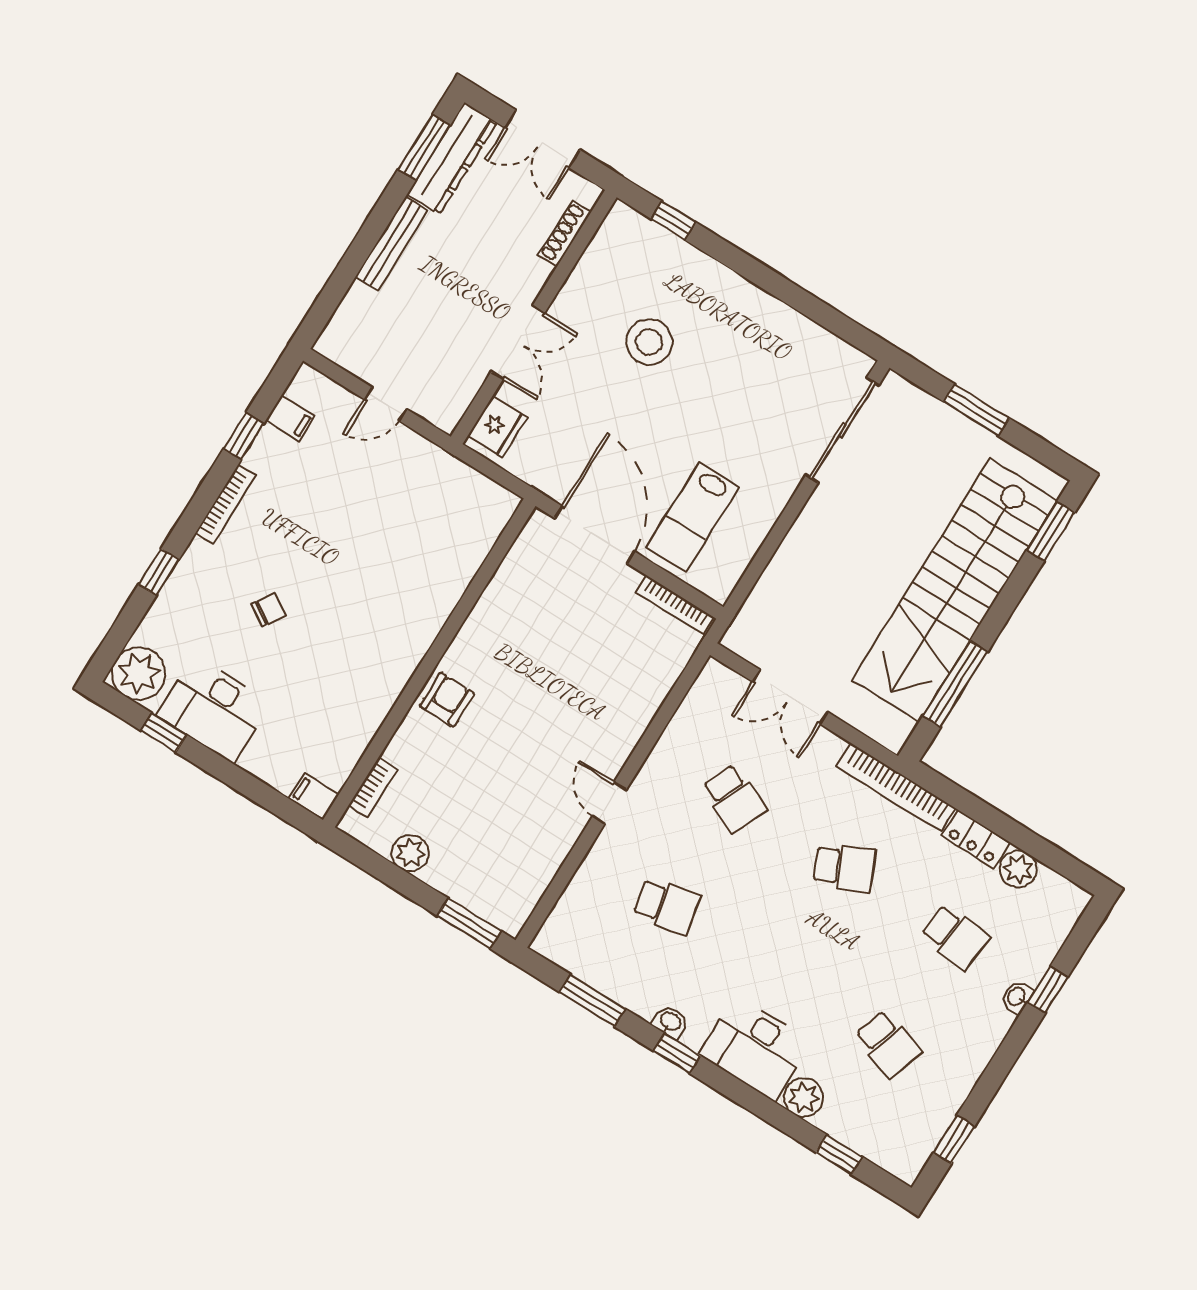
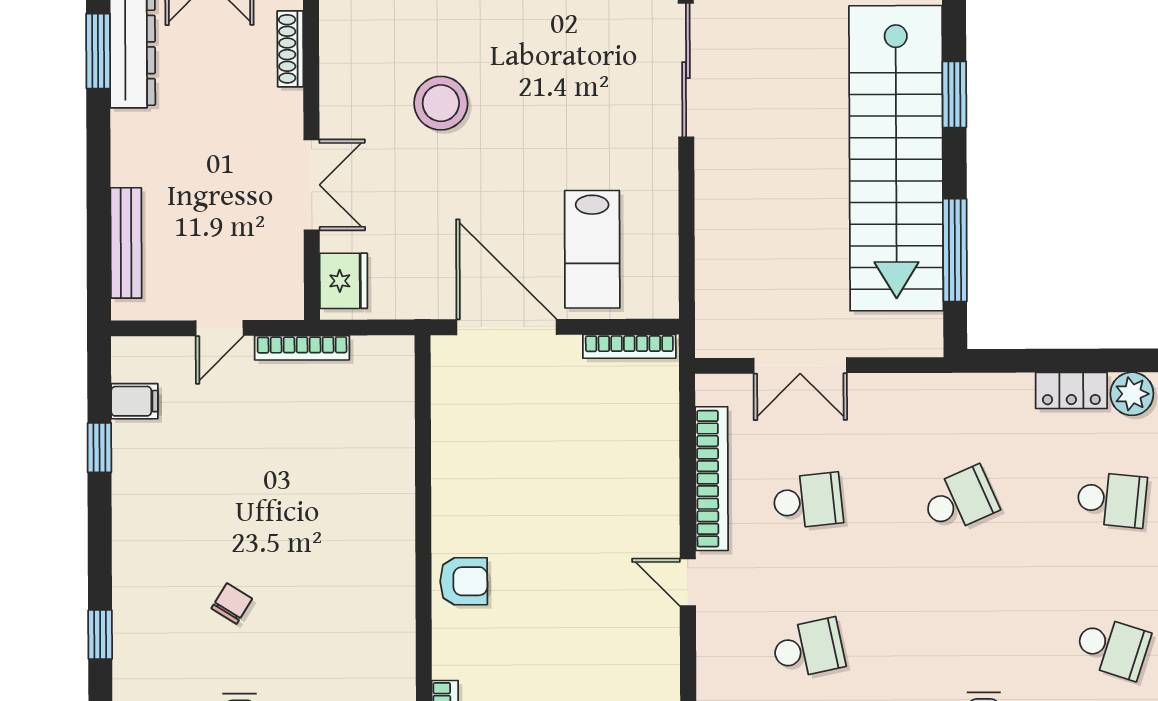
bench: (392, 244) -> (126, 243), moved
bookcase: (226, 504) -> (302, 348), moved, turned 90
window: (1050, 532) -> (954, 94), moved
armchair: (447, 700) -> (464, 581), turned 90
bookcase: (896, 787) -> (712, 479), moved, turned -90
school desk: (734, 798) -> (808, 501), turned -30

